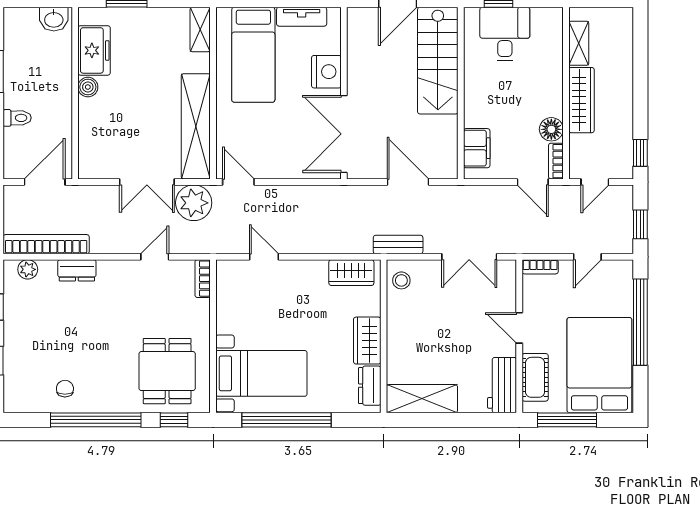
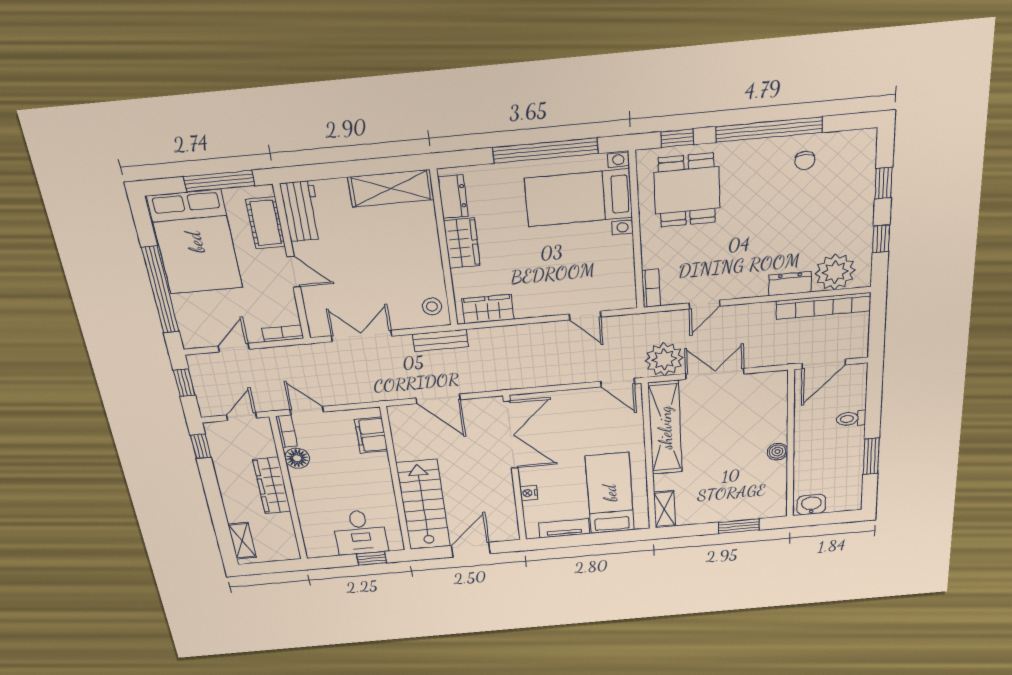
shelving: (579, 43) -> (242, 541), moved
freezer: (94, 50) -> (771, 483), removed
nightstand: (326, 72) -> (529, 493), width x0.53, depth x0.56
plant: (28, 269) -> (835, 272), width x1.87, depth x1.87

